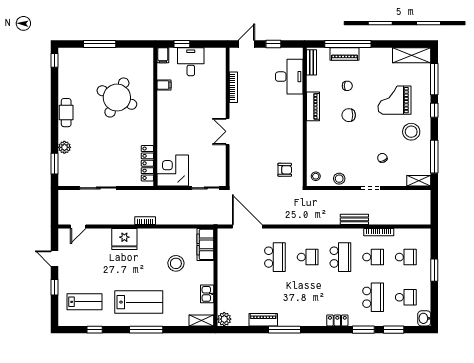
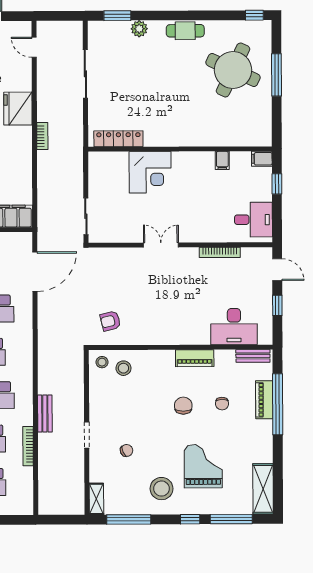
desk: (191, 62) -> (253, 220), moved
round table: (117, 98) -> (233, 70), moved
corner desk: (173, 170) -> (150, 172), moved, turned 90
armchair: (285, 170) -> (110, 321), turned 76
stool: (339, 179) -> (123, 368), moved

